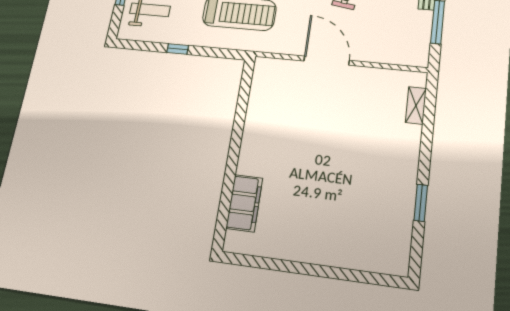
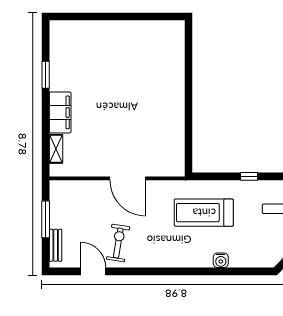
filing cabinet: (244, 203) -> (60, 112), moved, turned 180

